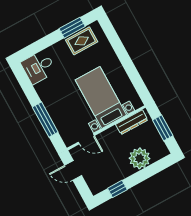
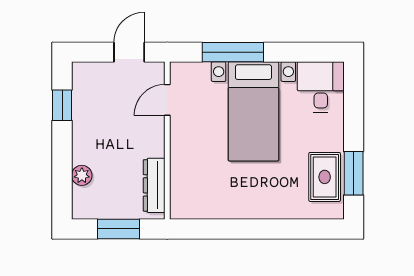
bed with nightstands: (101, 98) -> (253, 111), moved, turned 90
plant: (140, 158) -> (82, 175), width x0.53, depth x0.53

